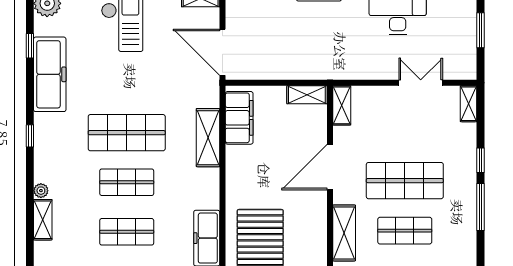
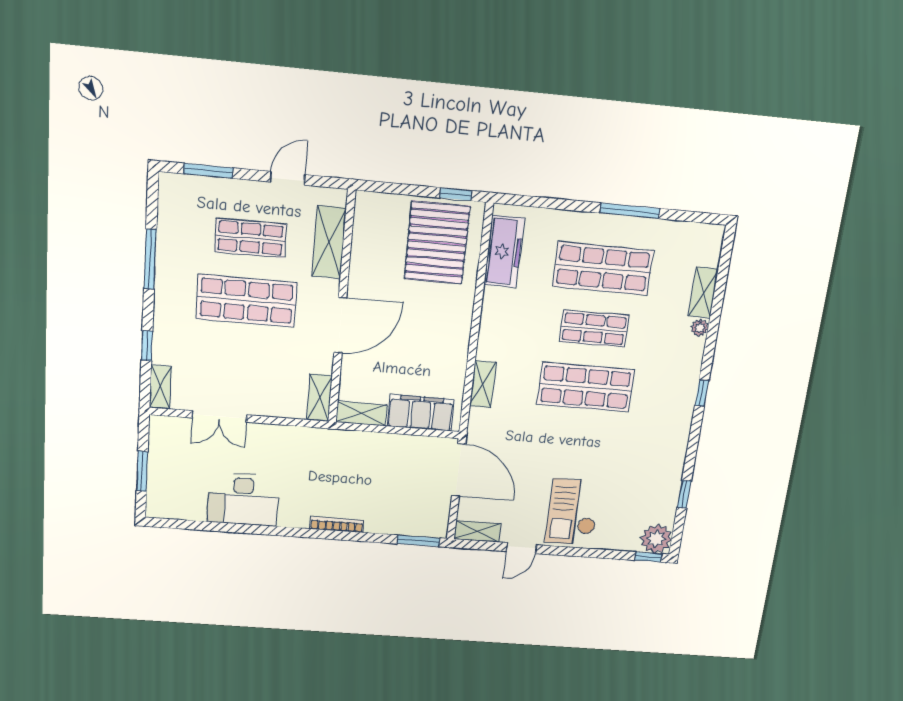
freezer: (50, 74) -> (666, 461), removed
filing cabinet: (239, 118) -> (421, 413), moved, turned 90
shelving: (208, 138) -> (483, 384), width x0.67, depth x0.75
window: (481, 160) -> (147, 346), moved
shop shelf: (127, 232) -> (603, 268), width x1.43, depth x1.36

